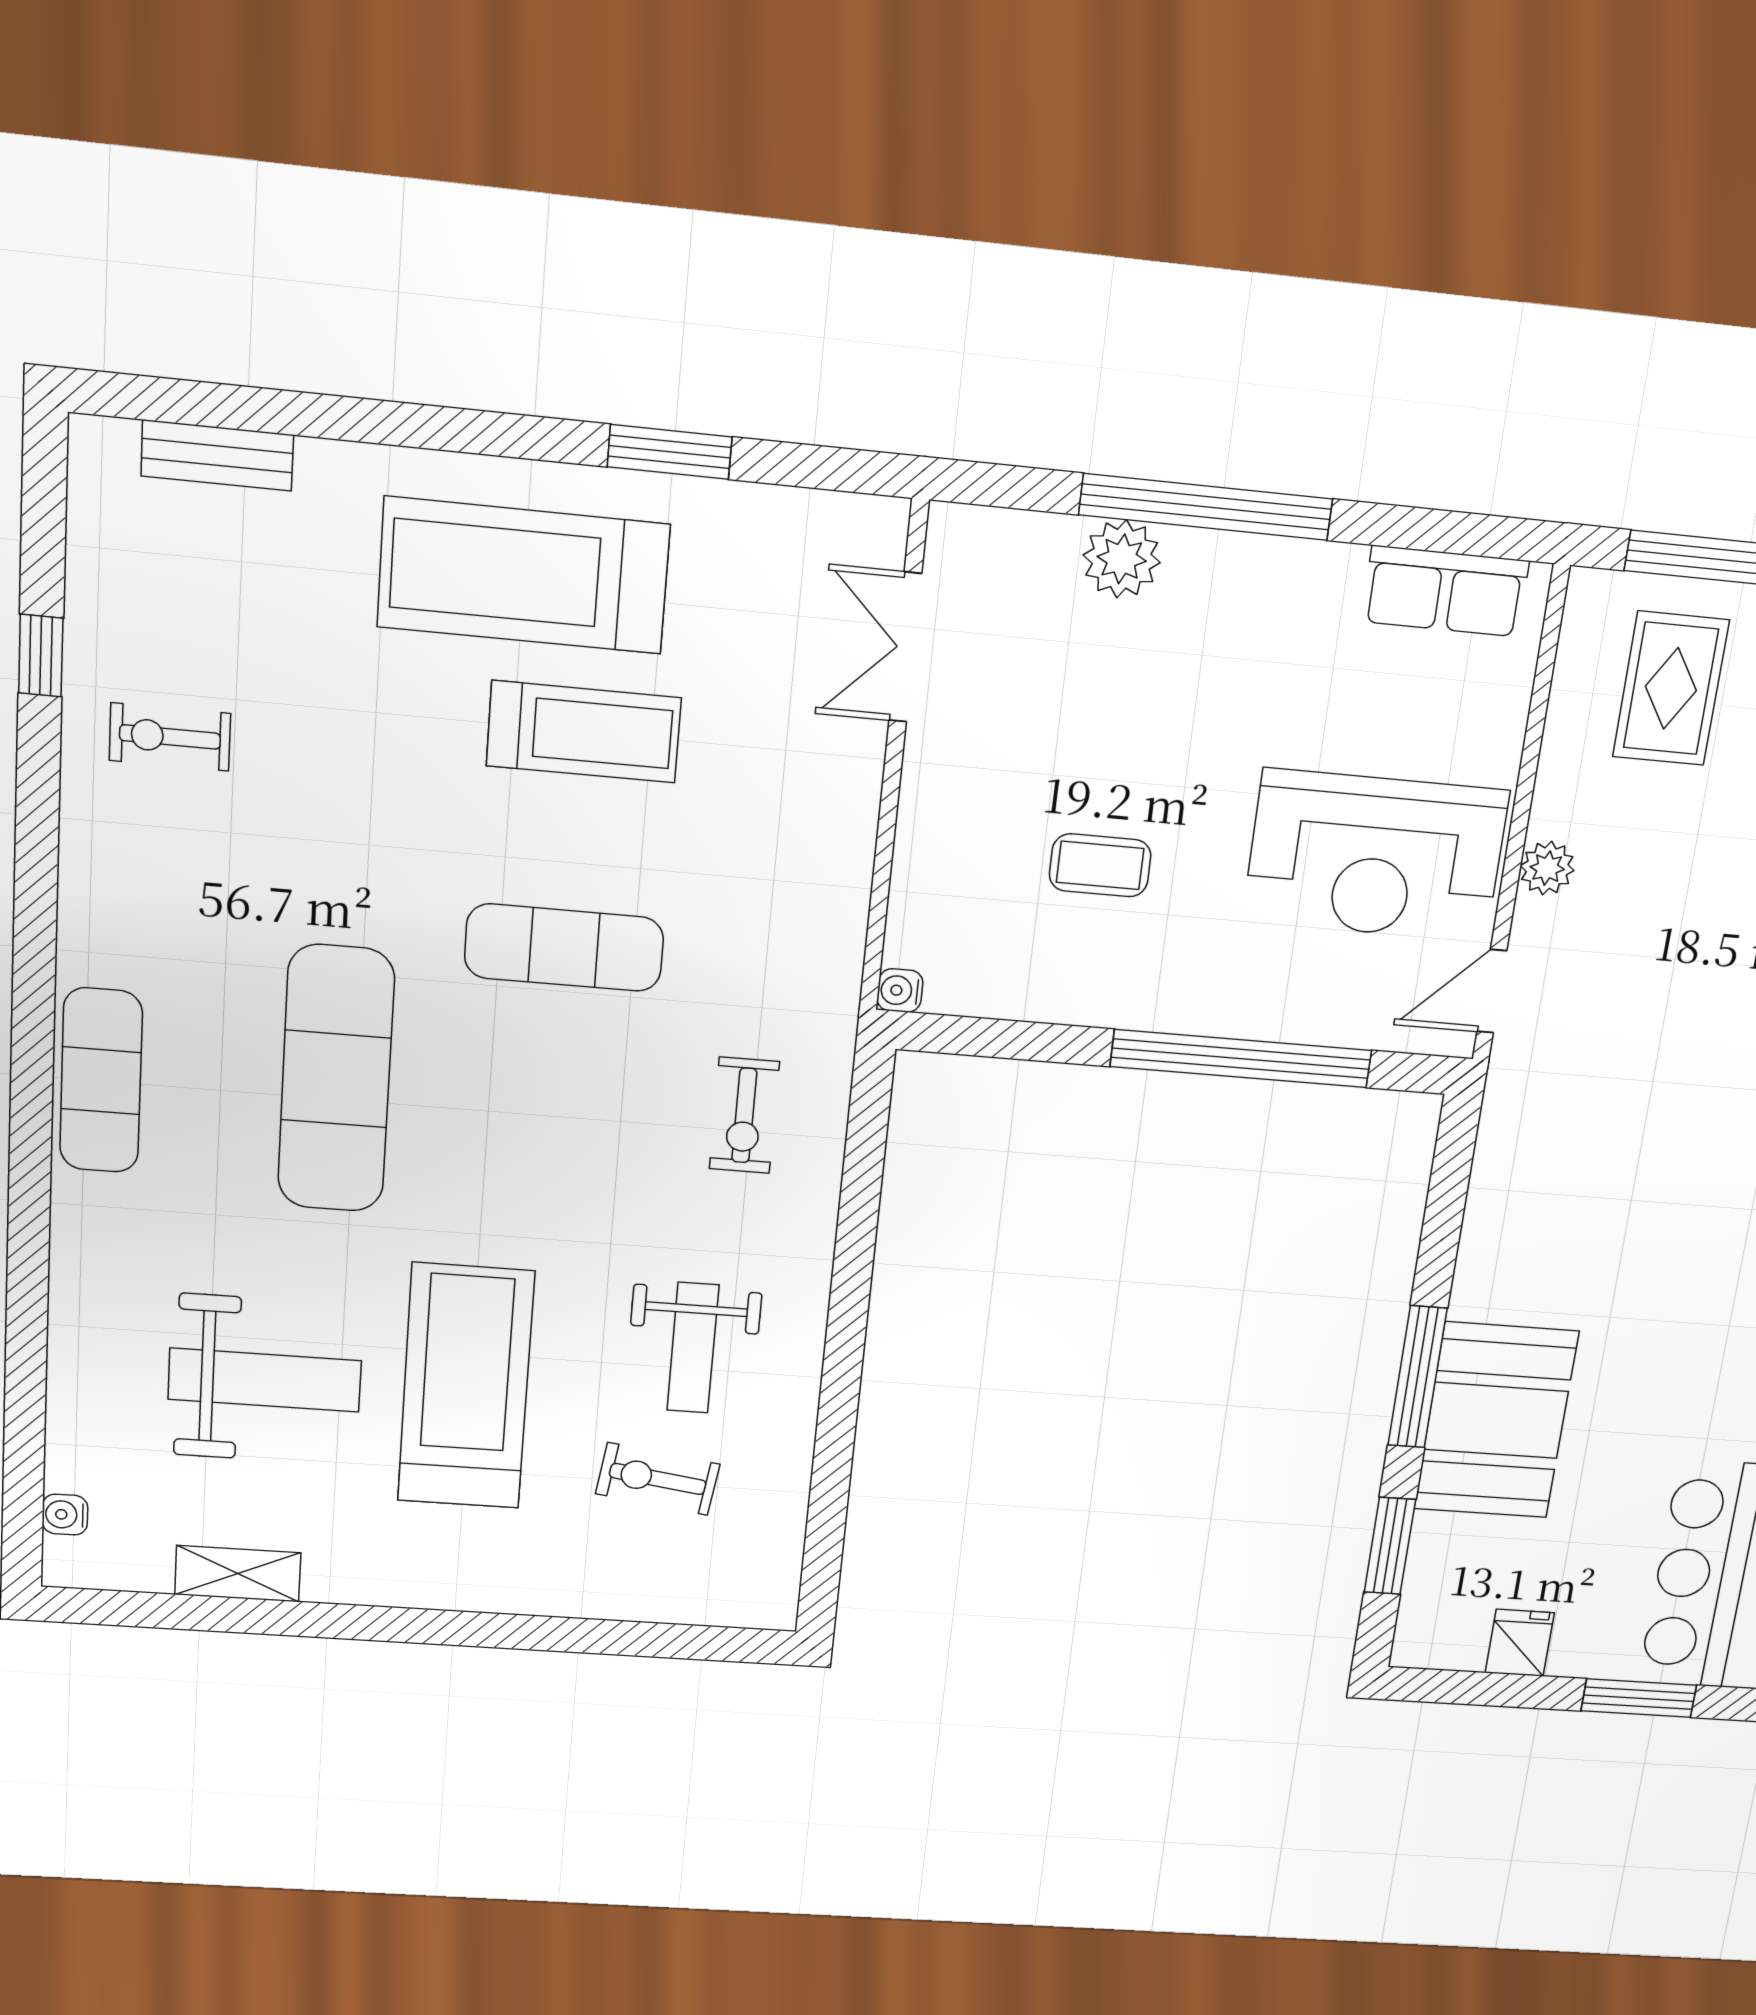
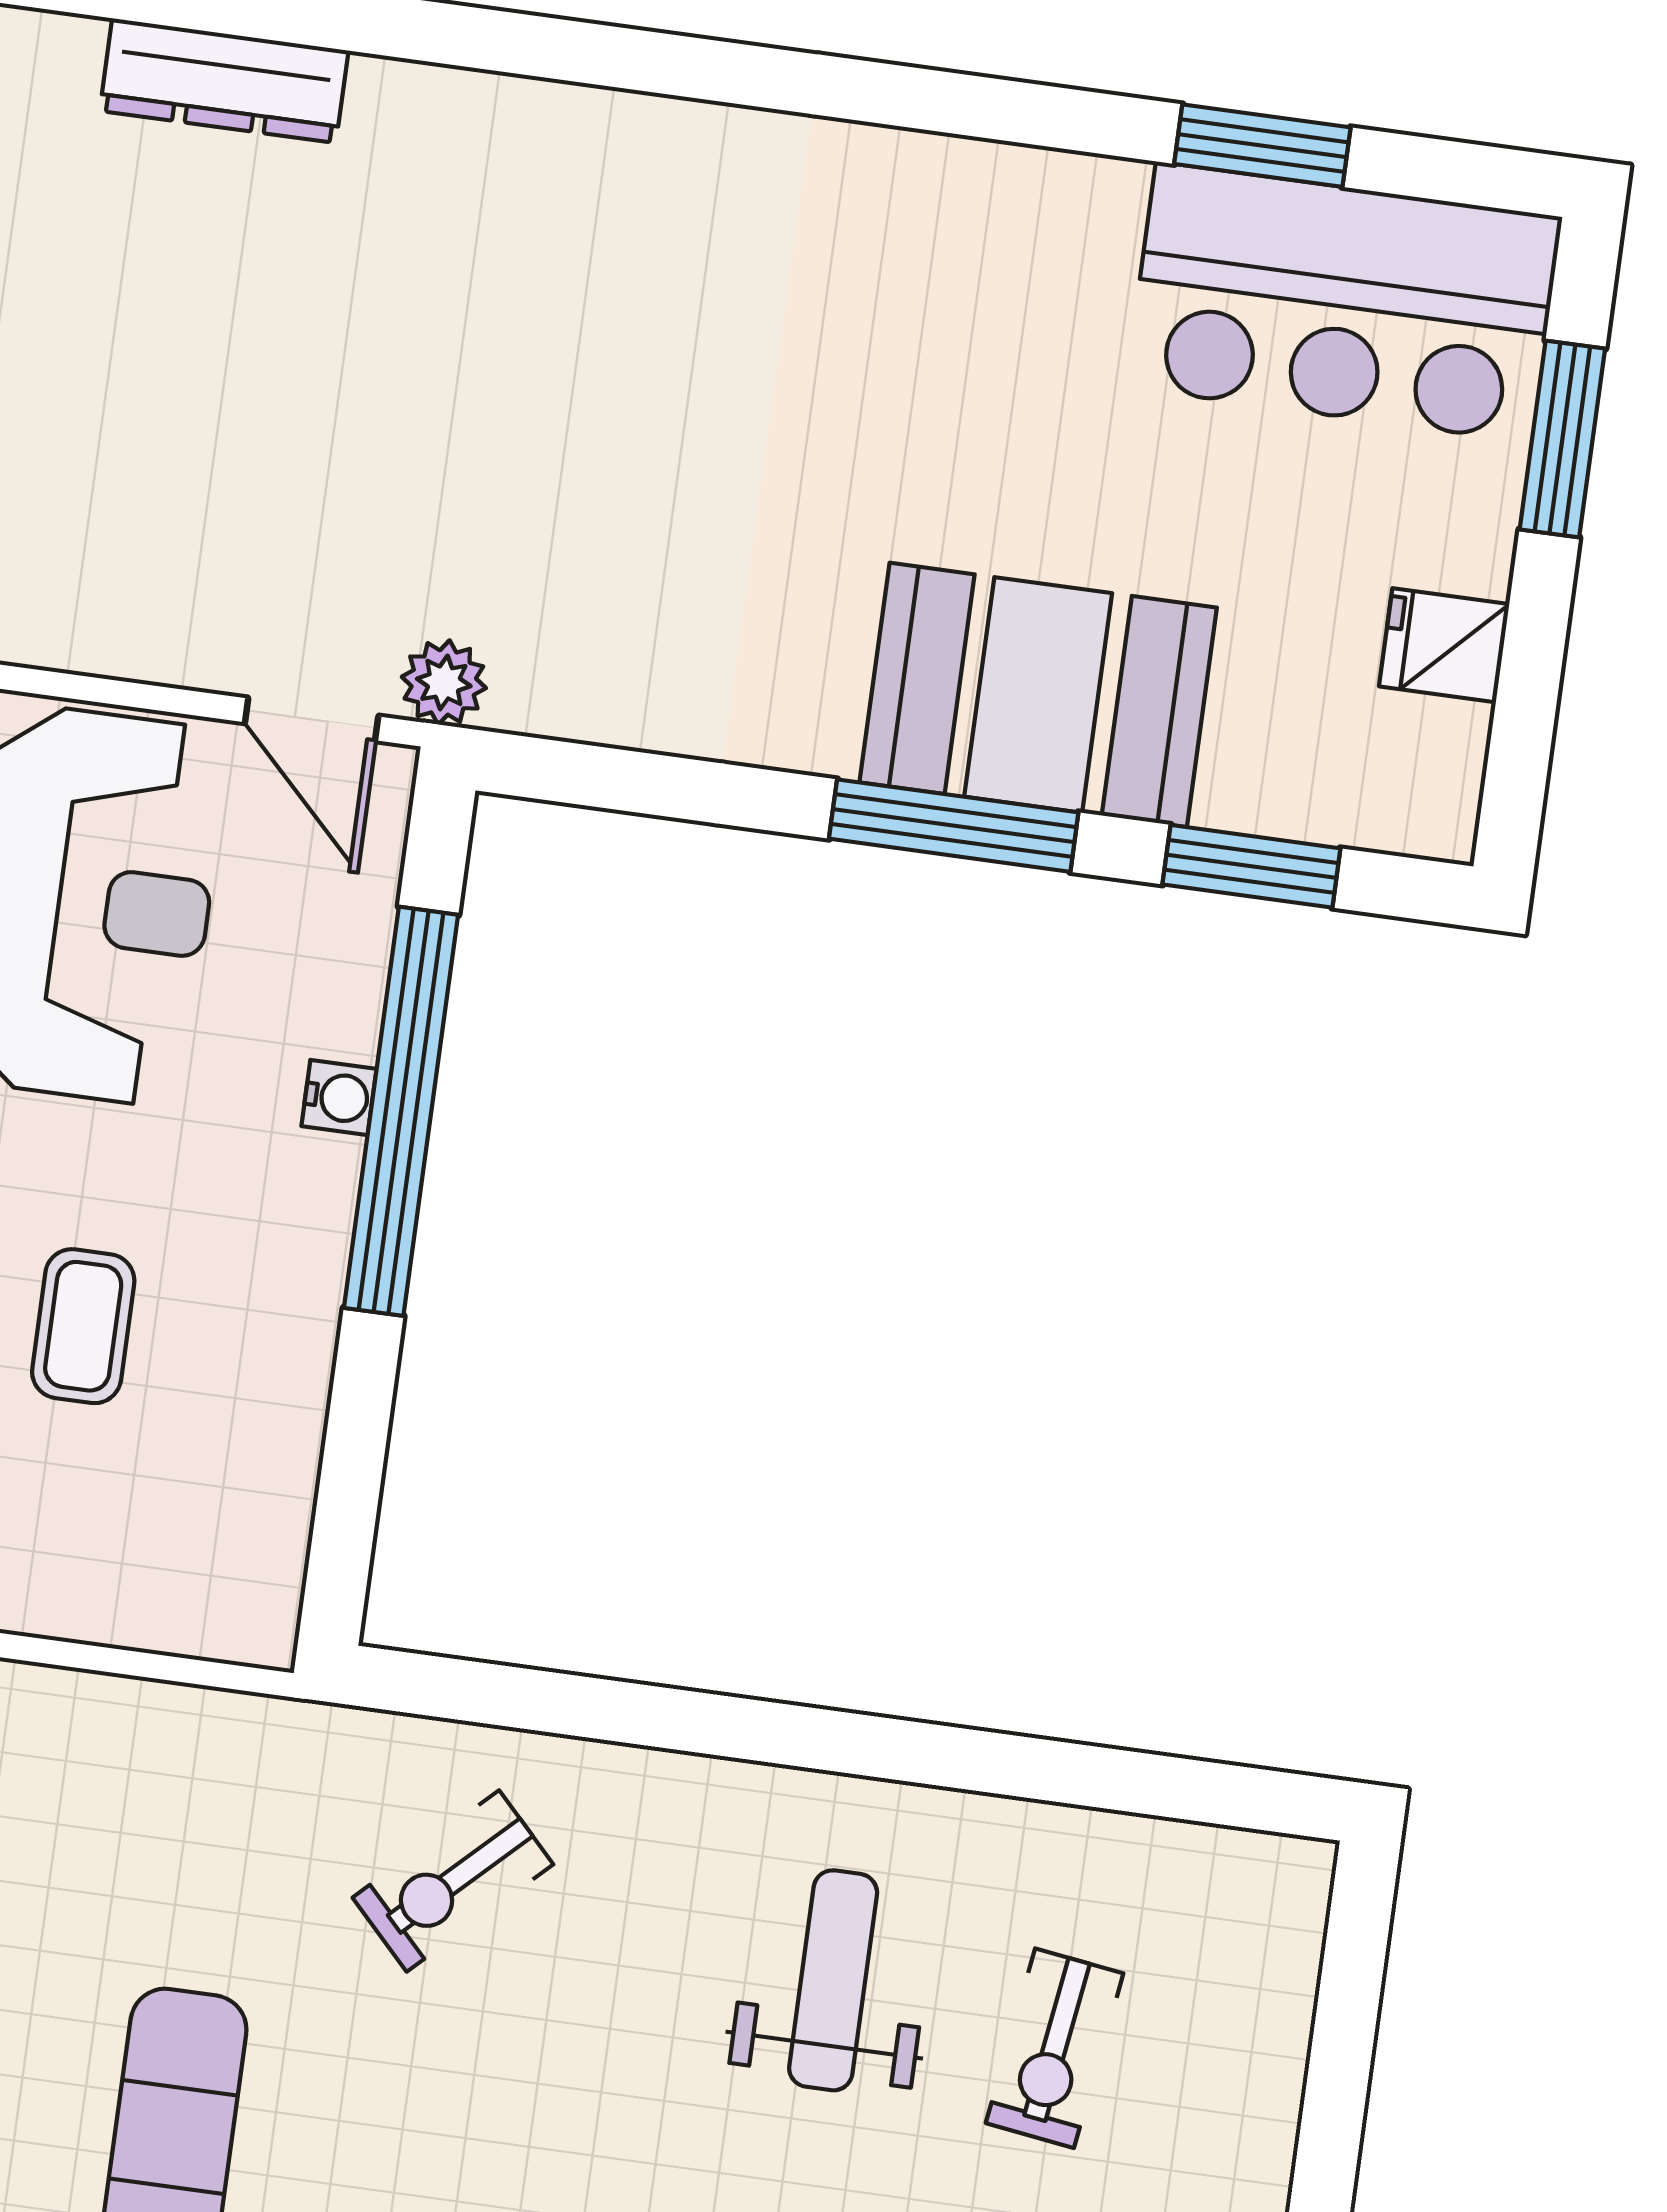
plant: (1547, 868) -> (444, 682), moved
water cooler: (900, 990) -> (339, 1098), moved, turned -90
exercise bike: (744, 1115) -> (453, 1881), turned 136
weight bench: (693, 1348) -> (833, 1980), turned -90

